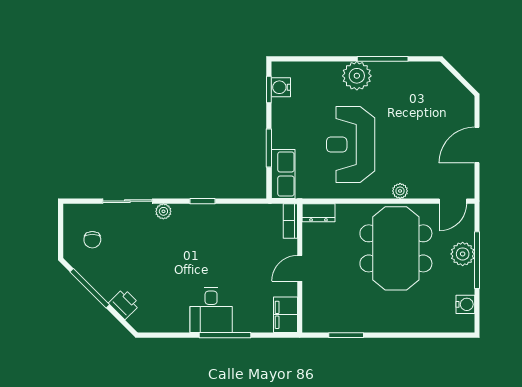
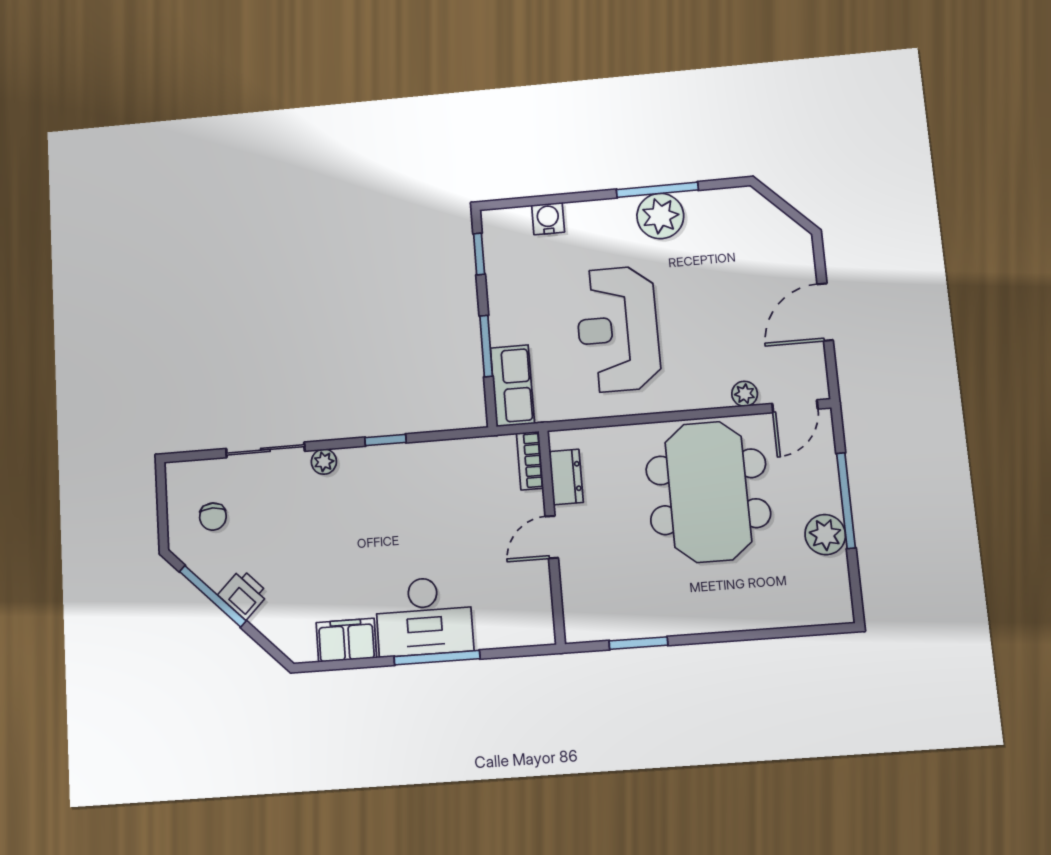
plant: (357, 76) -> (660, 216), moved
water cooler: (281, 87) -> (548, 219), moved, turned 90
plant: (400, 191) -> (745, 394), moved
dresser: (318, 213) -> (566, 477), moved, turned -90
plant: (463, 254) -> (825, 535), moved
printer: (124, 304) -> (243, 594), moved
water cooler: (465, 304) -> (834, 576), removed
desk: (211, 310) -> (424, 616), width x1.37
filing cabinet: (285, 315) -> (346, 640), moved, turned 90

